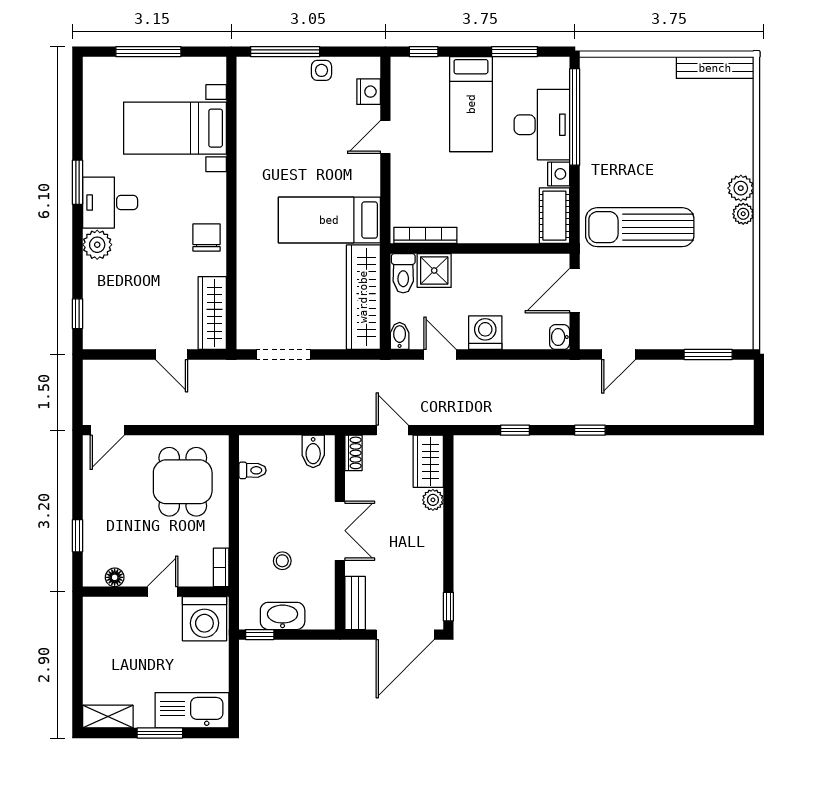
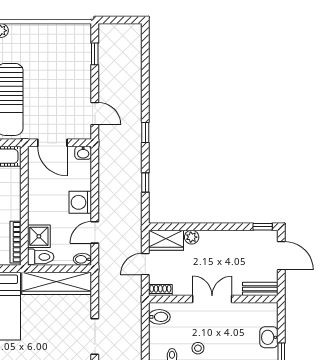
window: (708, 354) -> (95, 54), width x0.67
stool: (282, 561) -> (198, 348), moved
washbasin: (283, 616) -> (269, 337), width x0.72
door: (405, 635) -> (281, 256), width x0.73

